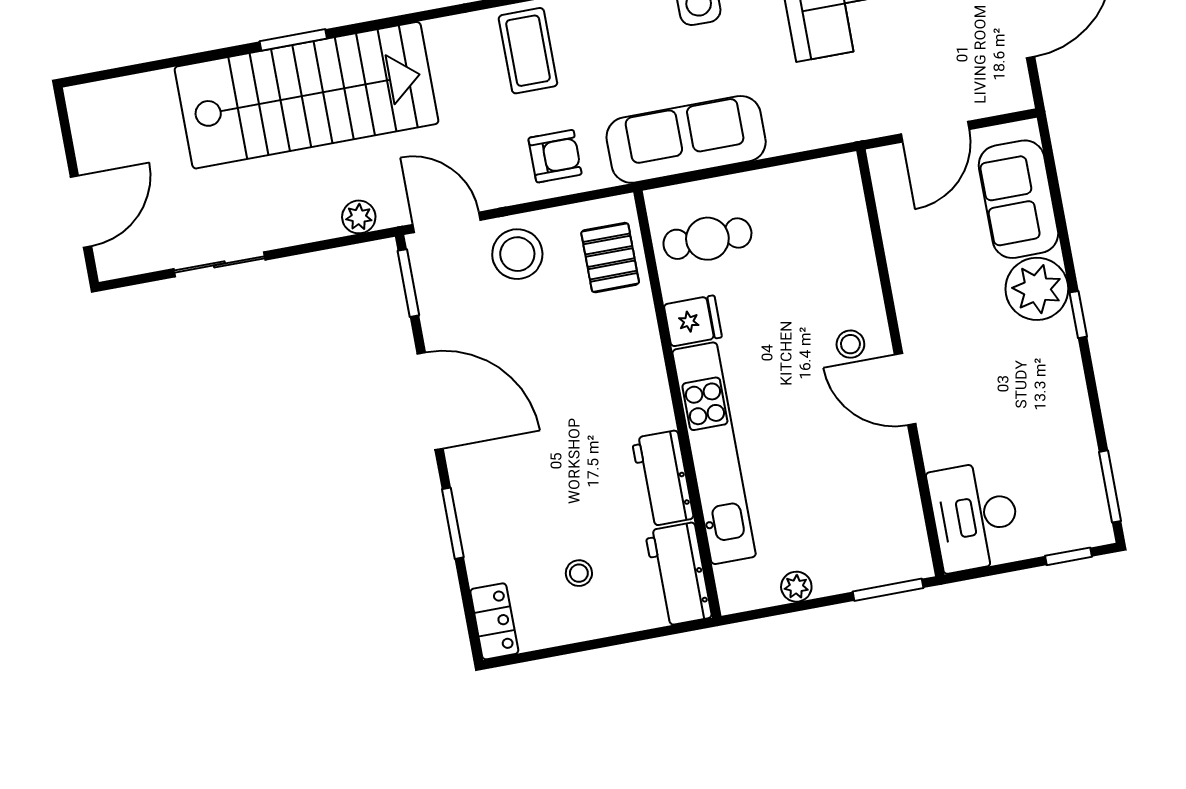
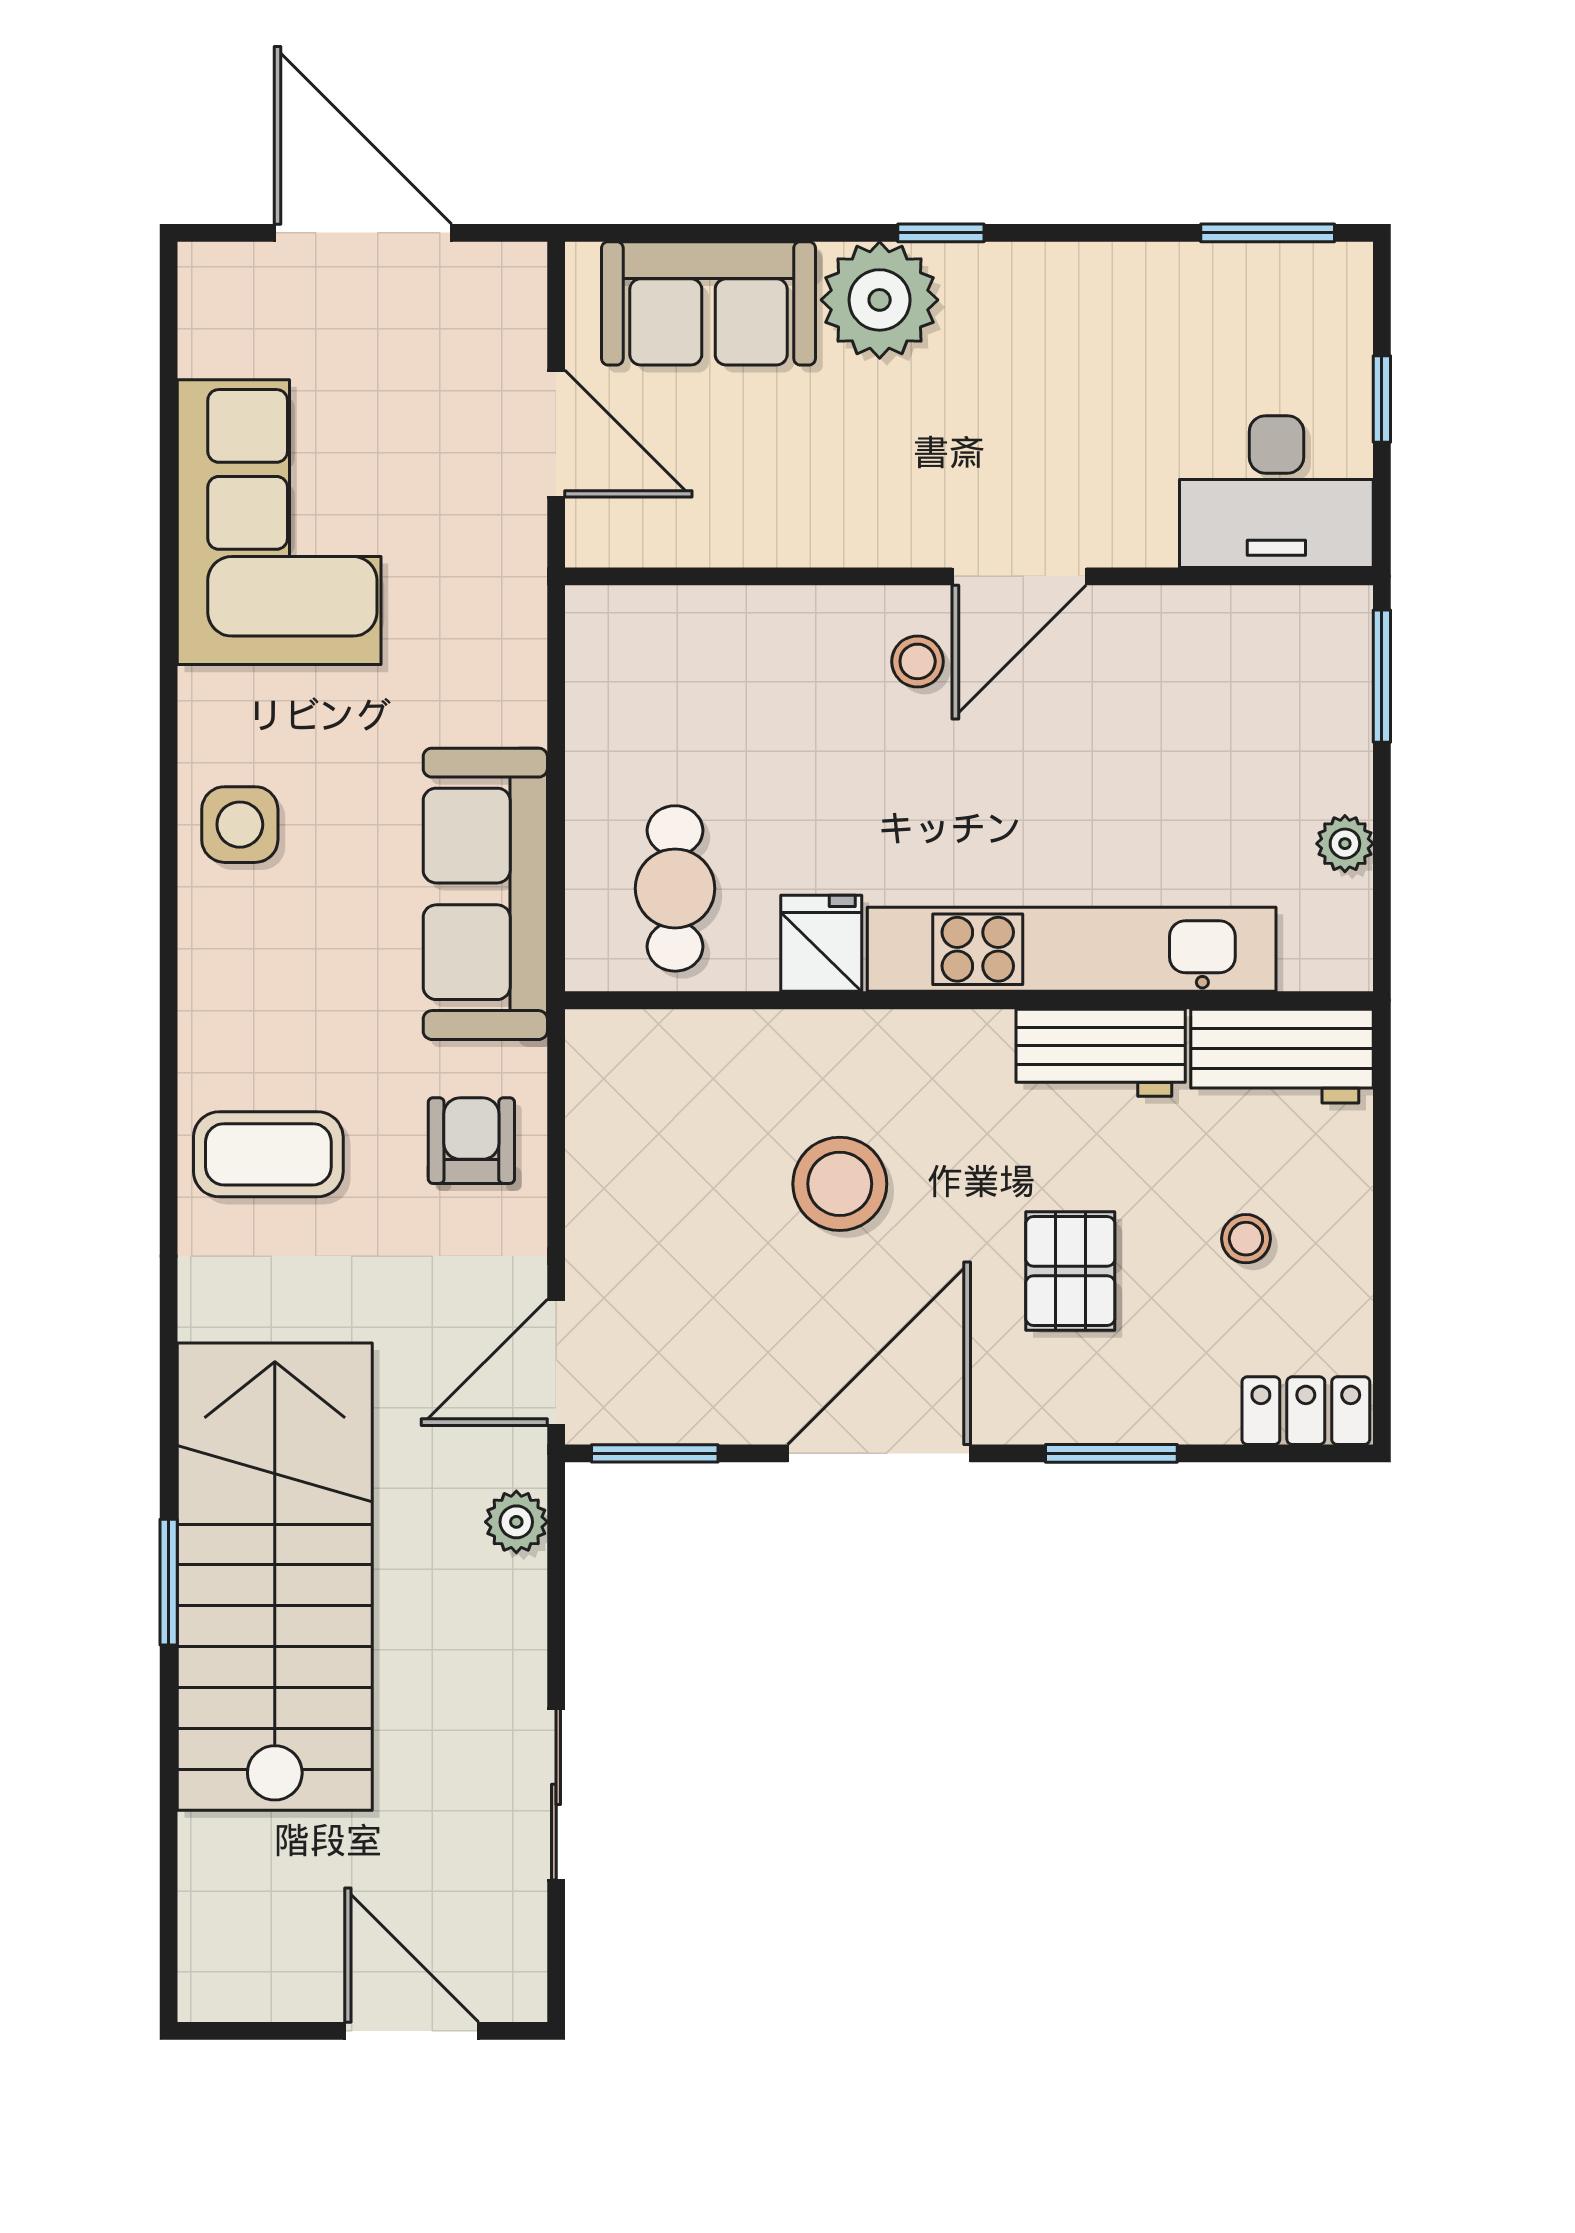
stool: (517, 254) -> (840, 1184), moved
pallet: (610, 258) -> (1070, 1271), moved, turned 90
window: (1068, 556) -> (1382, 399), moved

